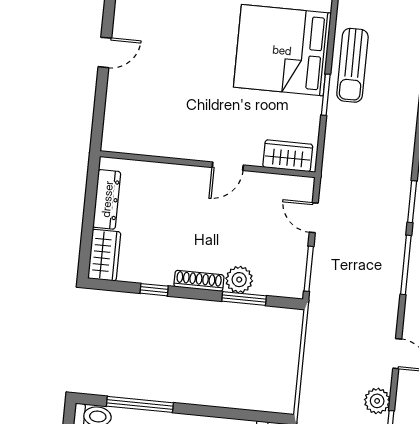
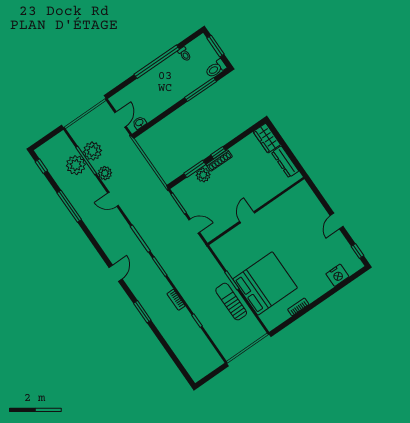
wardrobe: (288, 156) -> (226, 242), removed
window: (154, 290) -> (218, 153), moved

